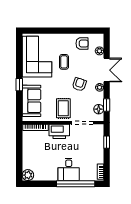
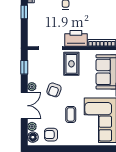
double door: (107, 70) -> (24, 106), swing flipped
floor lamp: (99, 109) -> (33, 137), moved
window: (107, 142) -> (24, 12), moved

